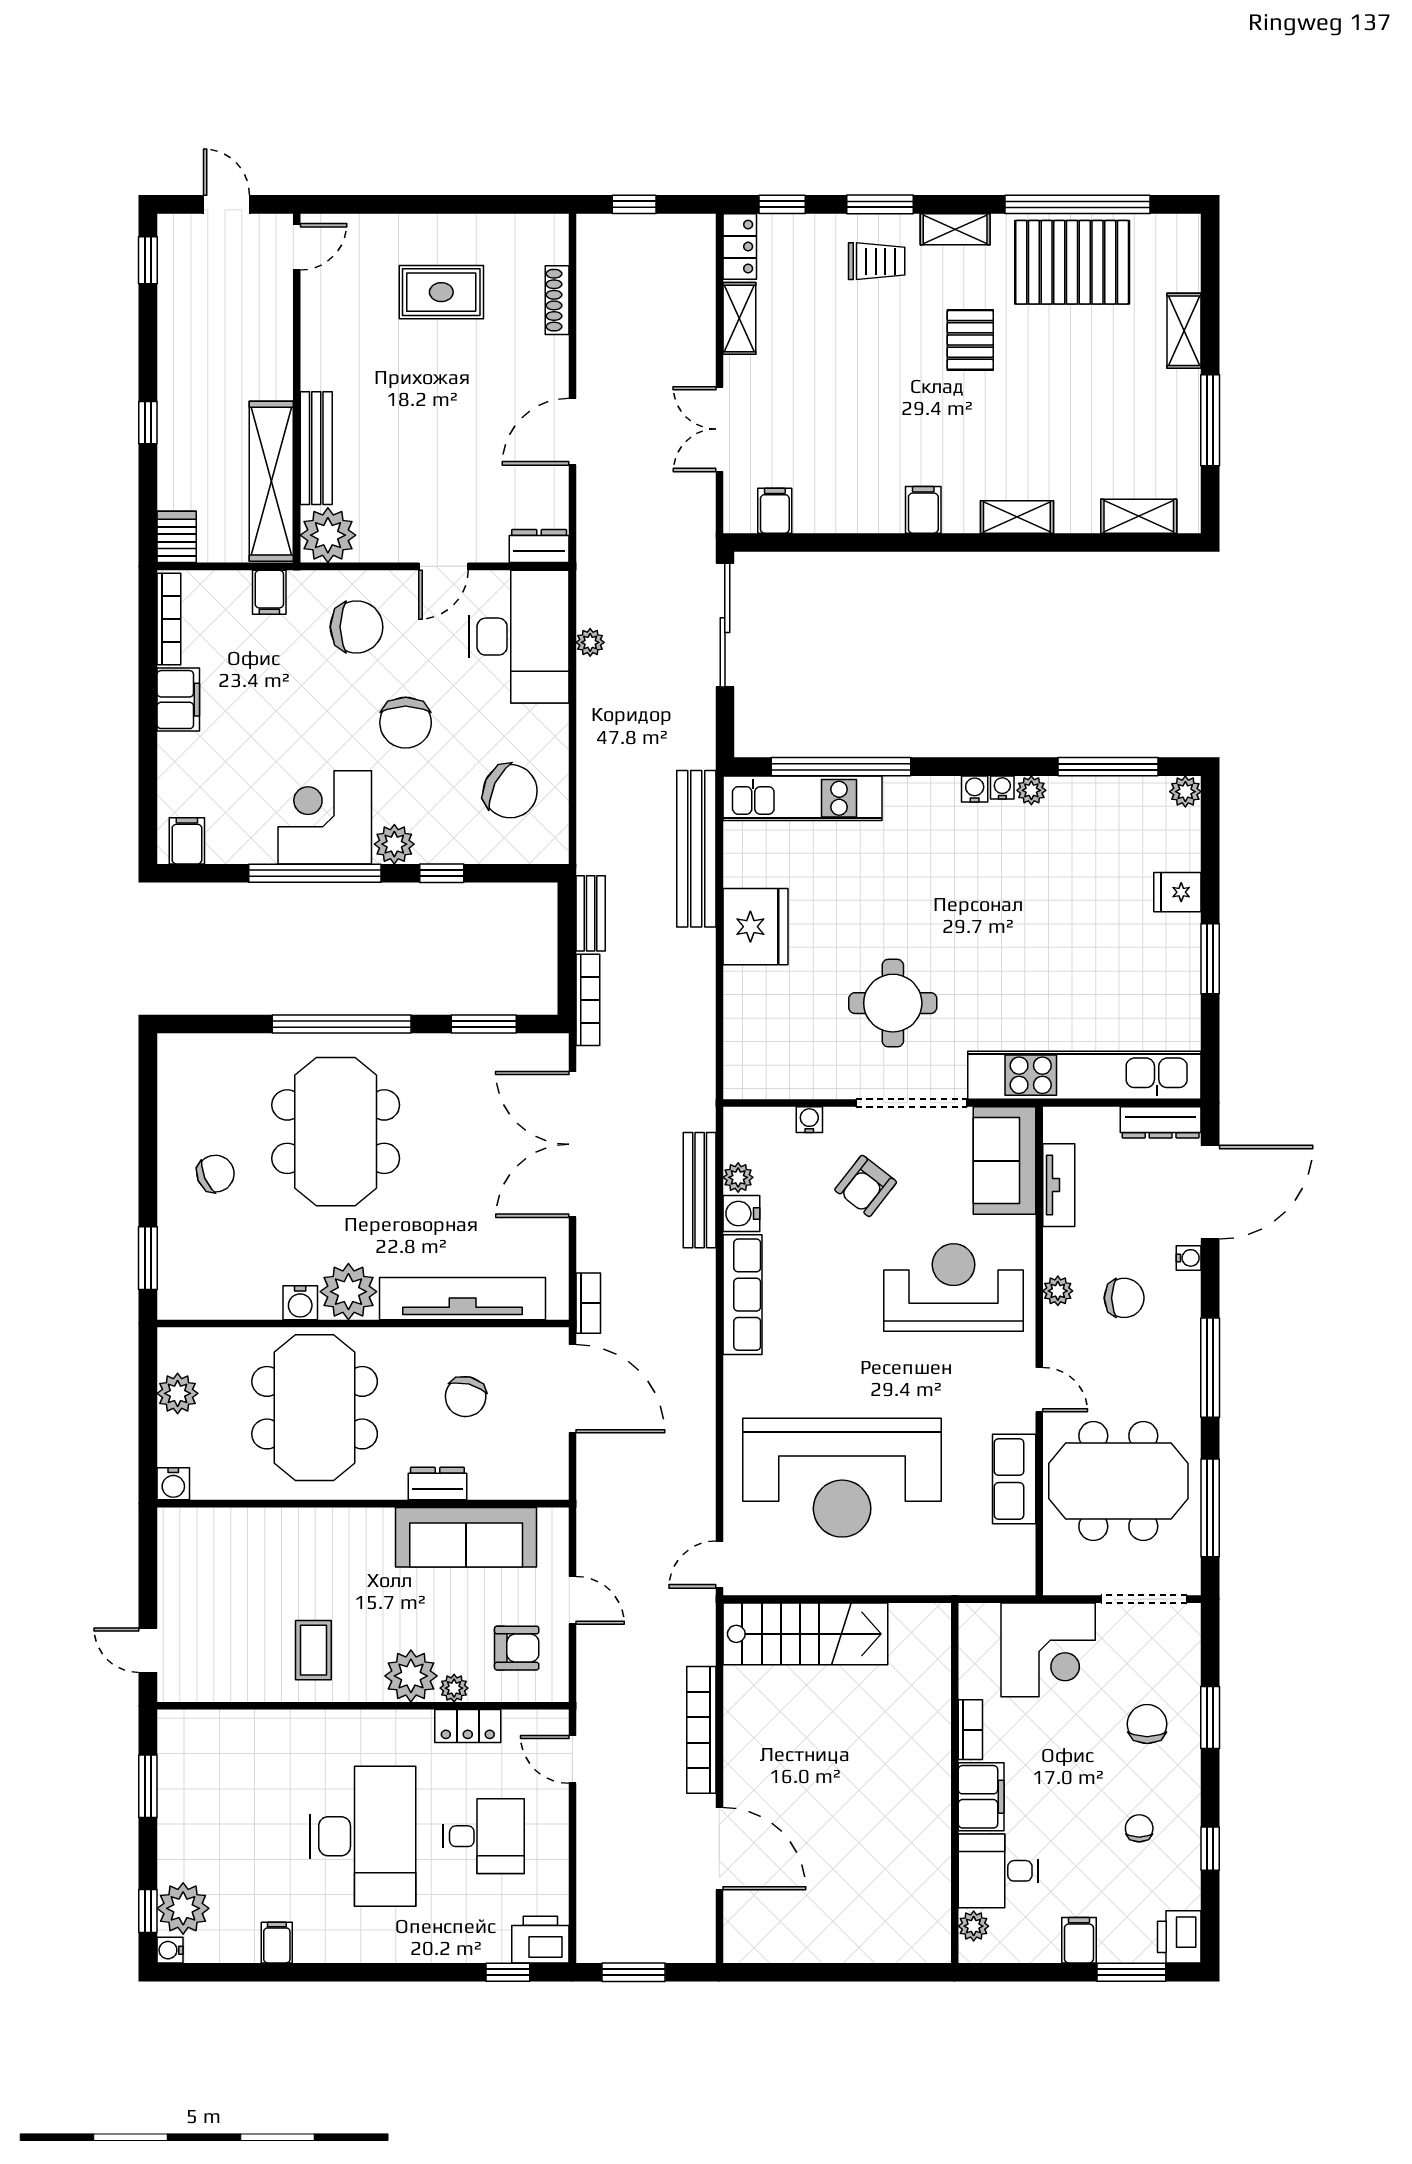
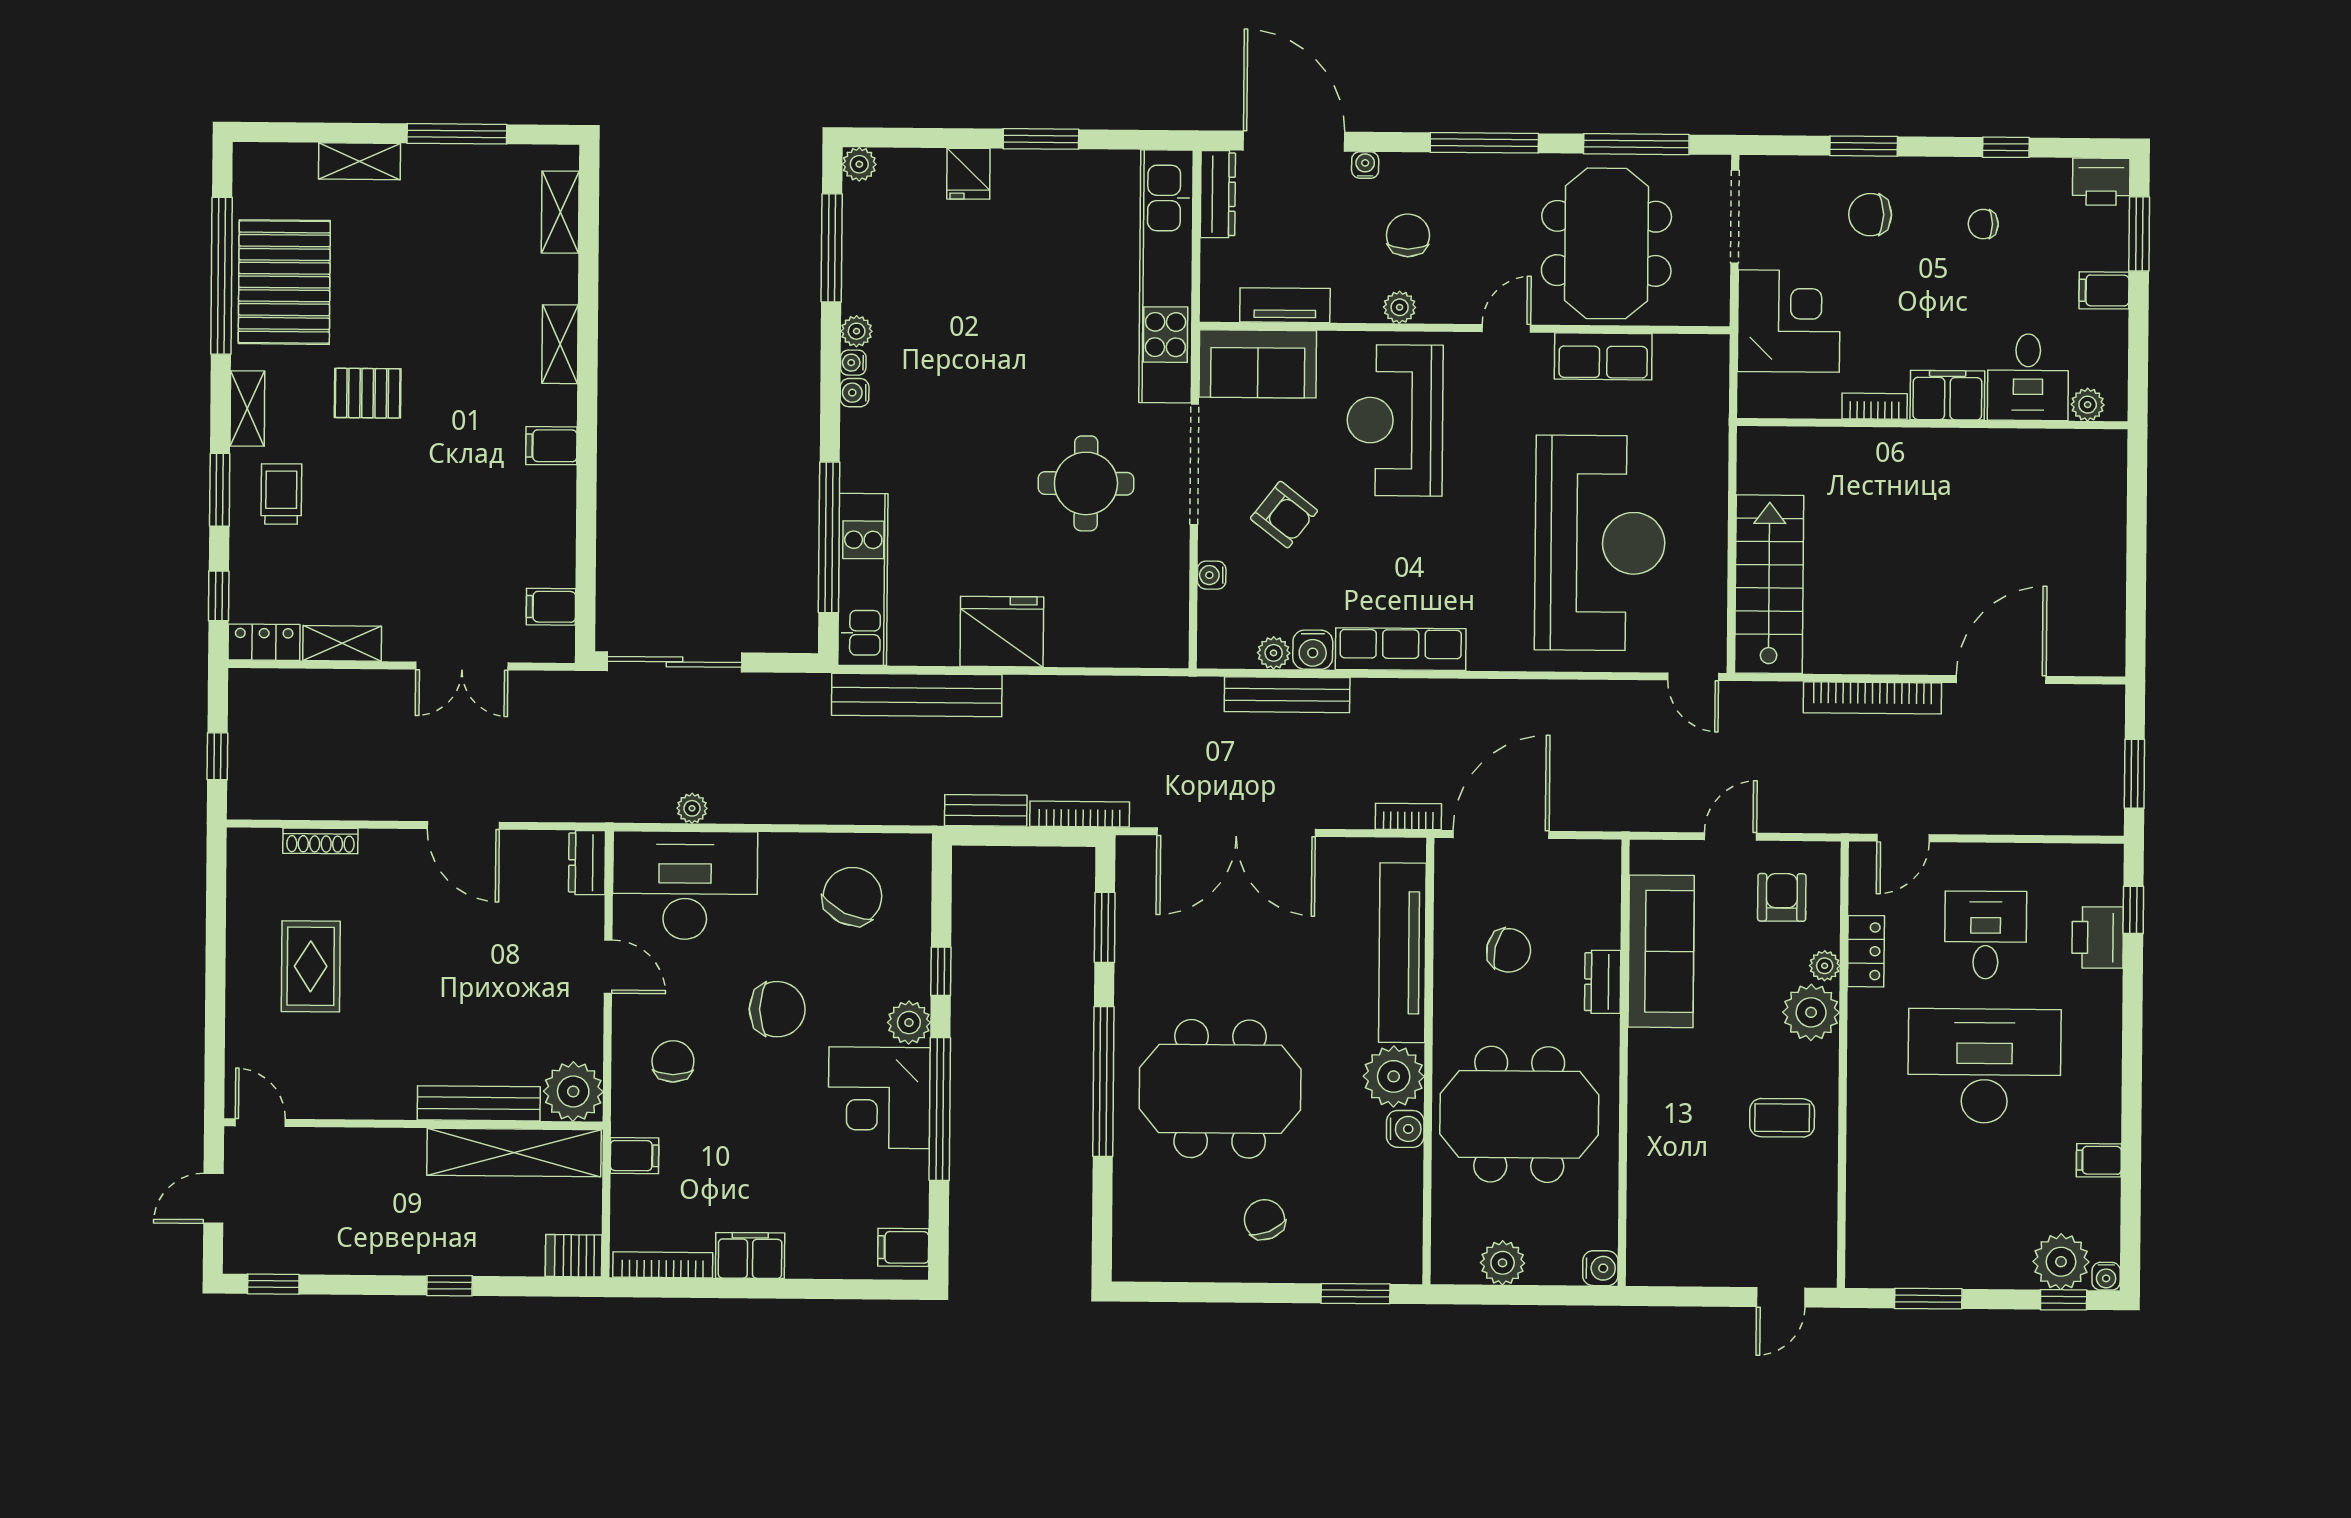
chair: (357, 627) -> (673, 1061), width x0.73, depth x0.73
printer: (540, 1940) -> (2098, 937), moved

